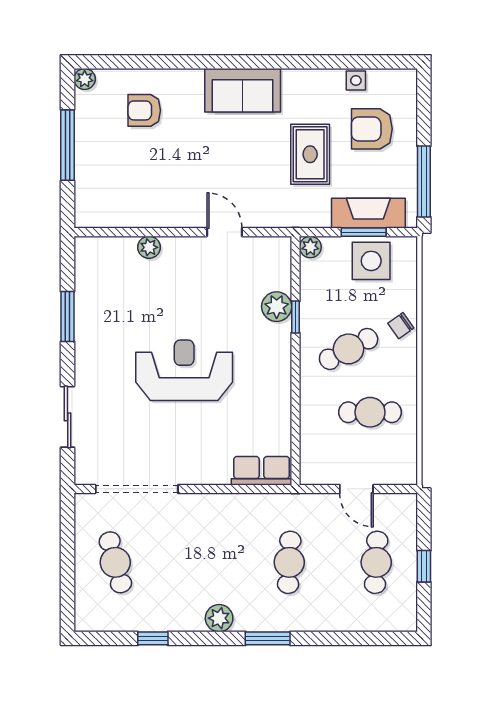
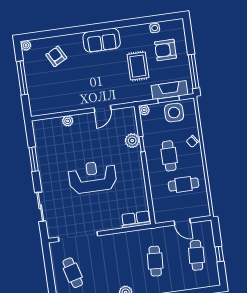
armchair: (144, 110) -> (56, 56), turned 62
door: (224, 232) -> (102, 109), swing flipped
cafe table: (349, 349) -> (169, 156), turned -62

